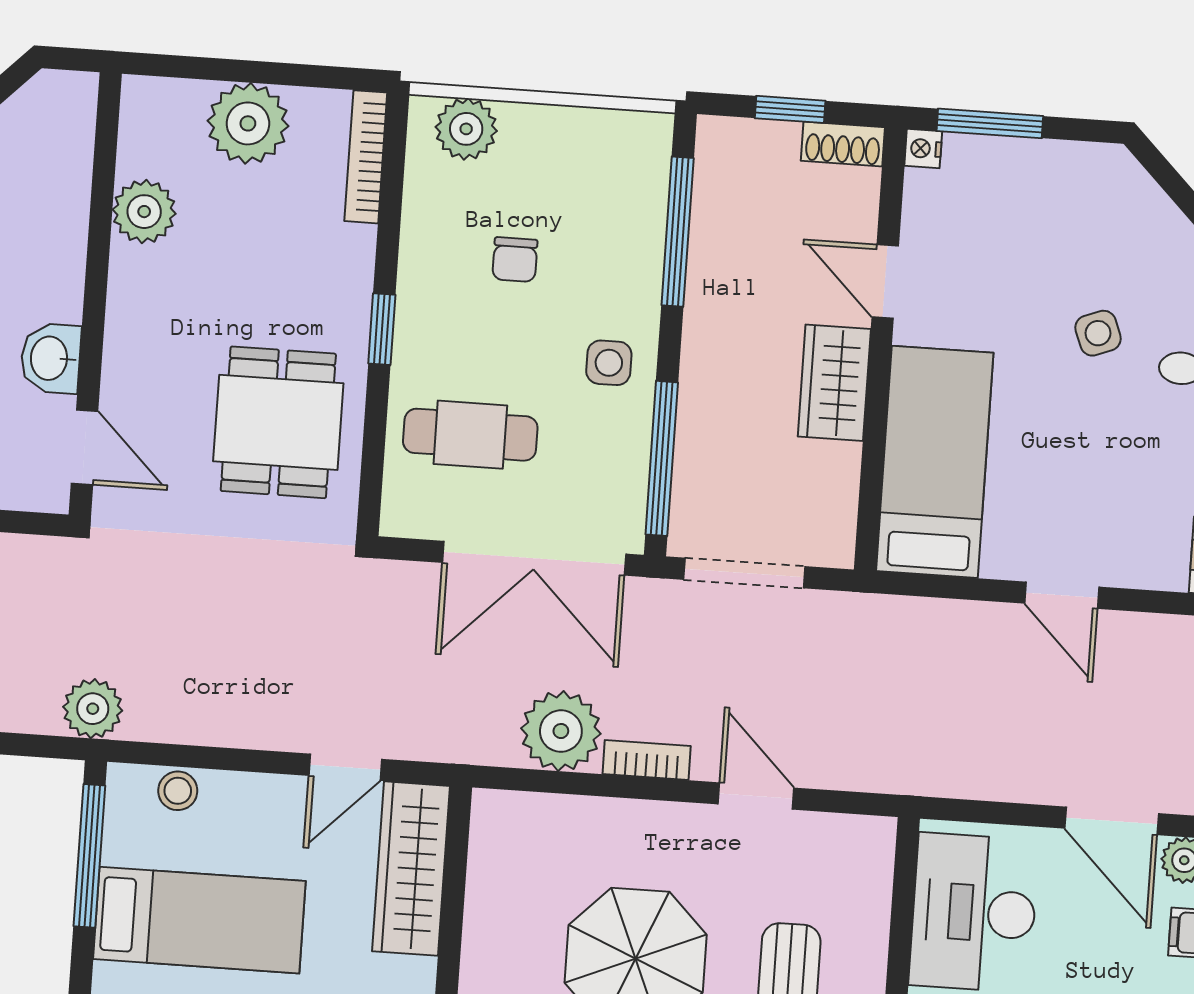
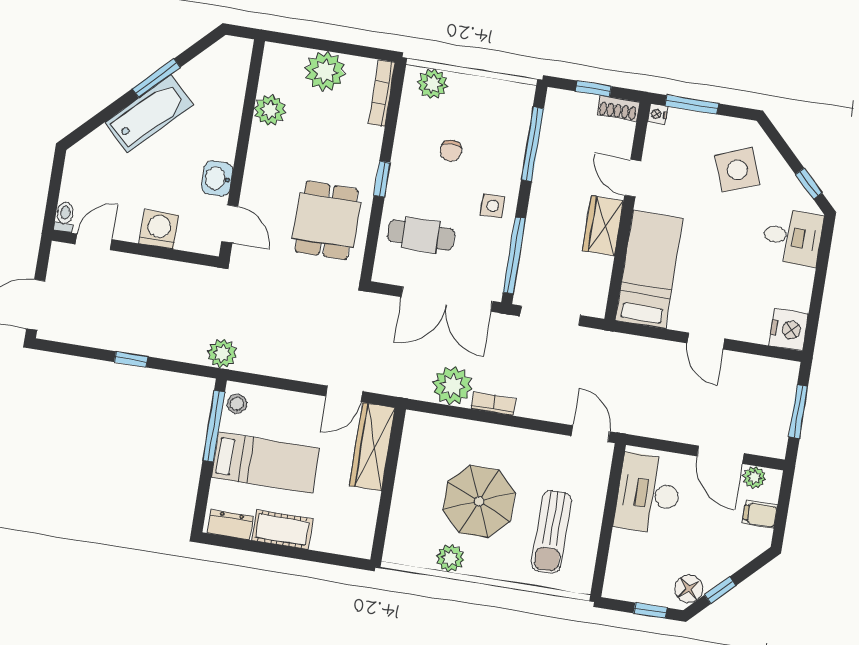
side table: (1098, 333) -> (737, 170), moved, width x1.87, depth x1.87
stool: (178, 791) -> (237, 404), moved
door: (756, 796) -> (591, 434), moved

